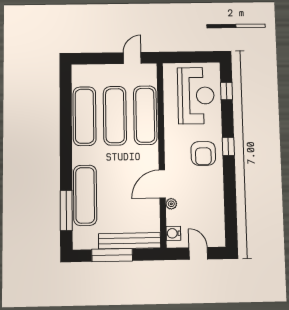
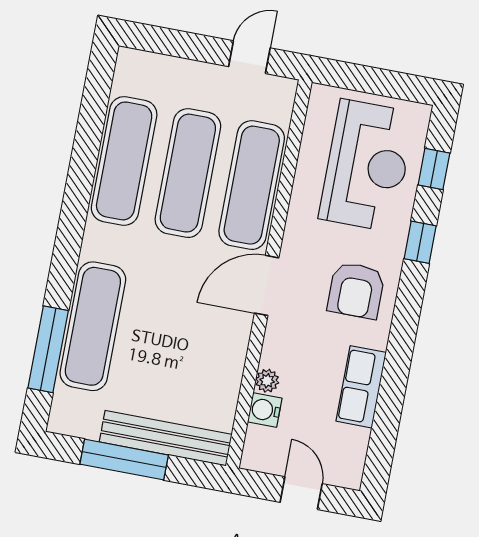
window: (228, 146) -> (420, 242), moved
door: (162, 184) -> (267, 285), moved
row of seats: (215, 198) -> (361, 387), added
water cooler: (173, 233) -> (265, 410), moved

